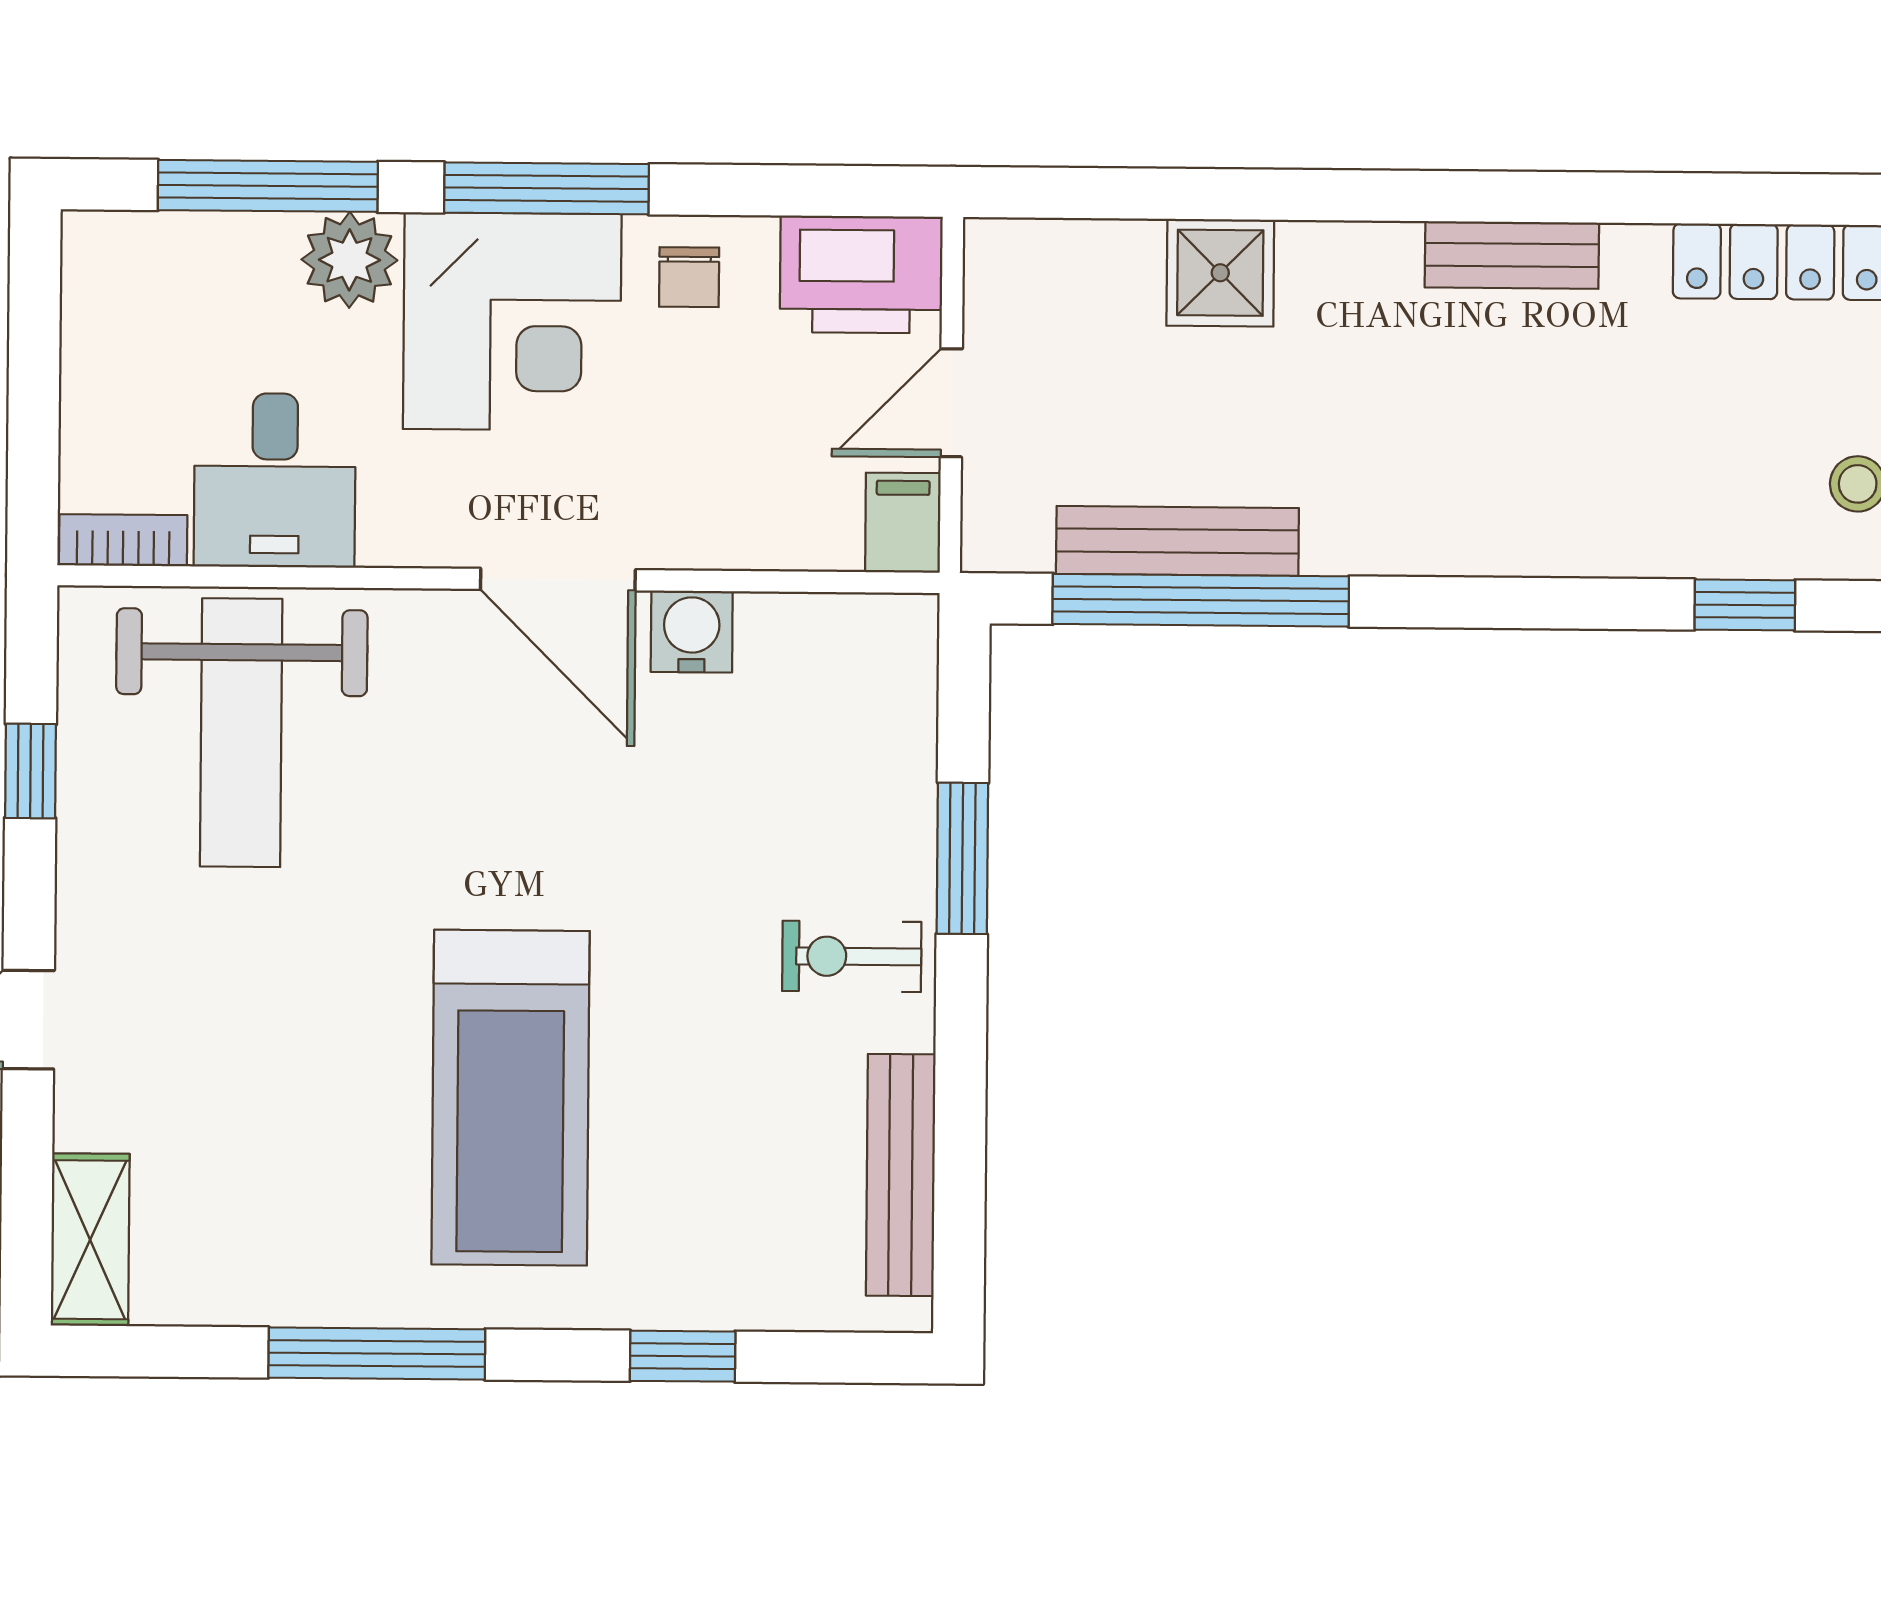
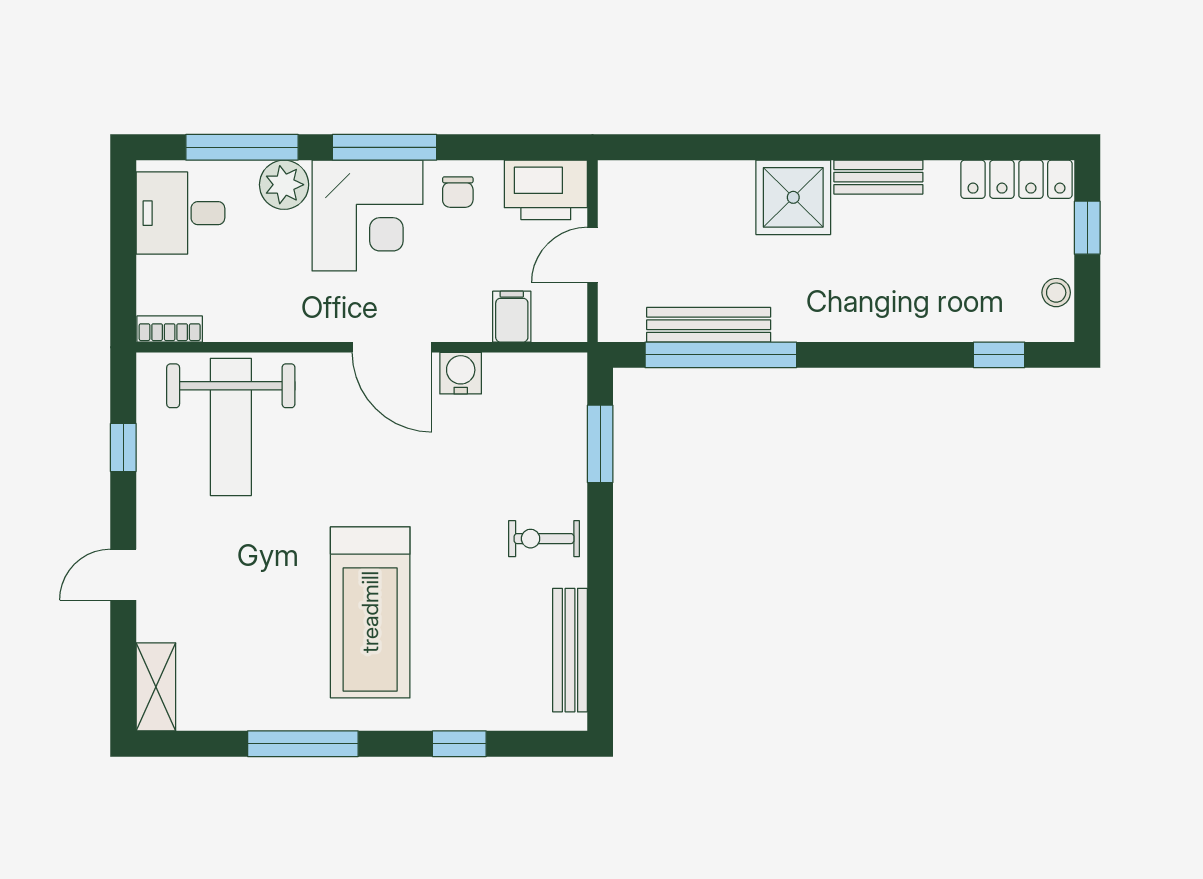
shower: (1220, 273) -> (793, 197), moved, width x1.36, depth x1.36
desk: (275, 480) -> (180, 213), moved, turned 90
filing cabinet: (903, 523) -> (512, 317), moved
window: (962, 858) -> (600, 444), moved

